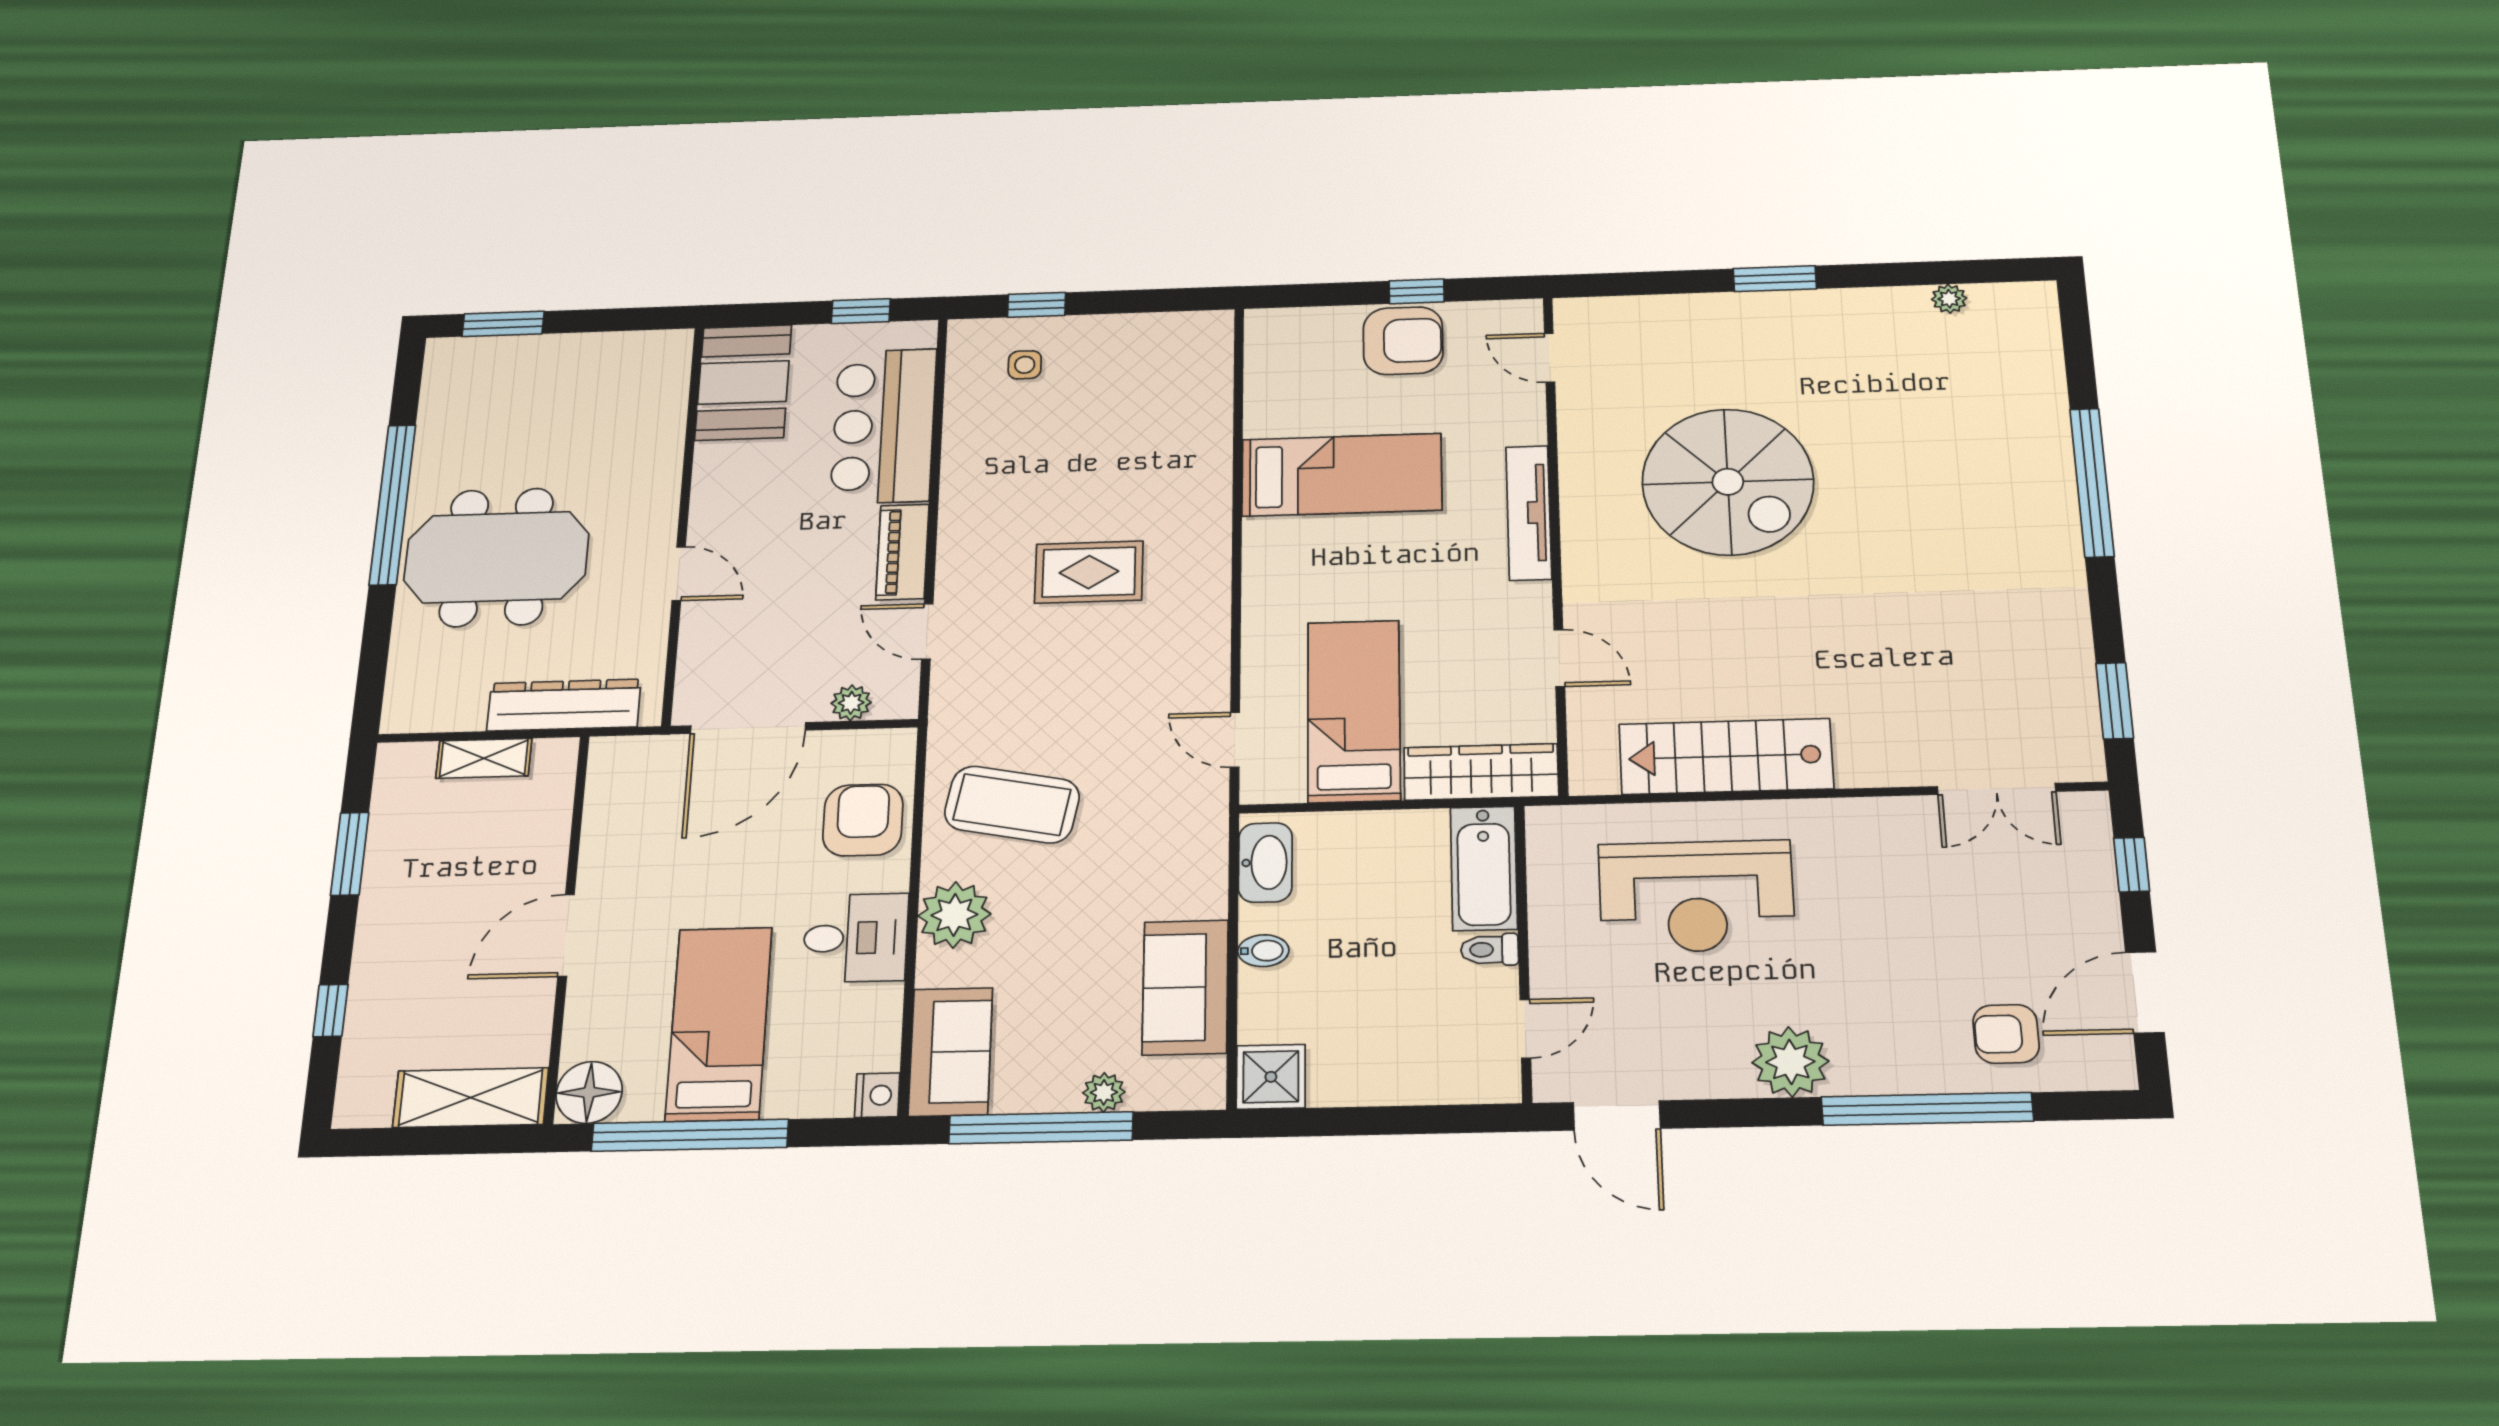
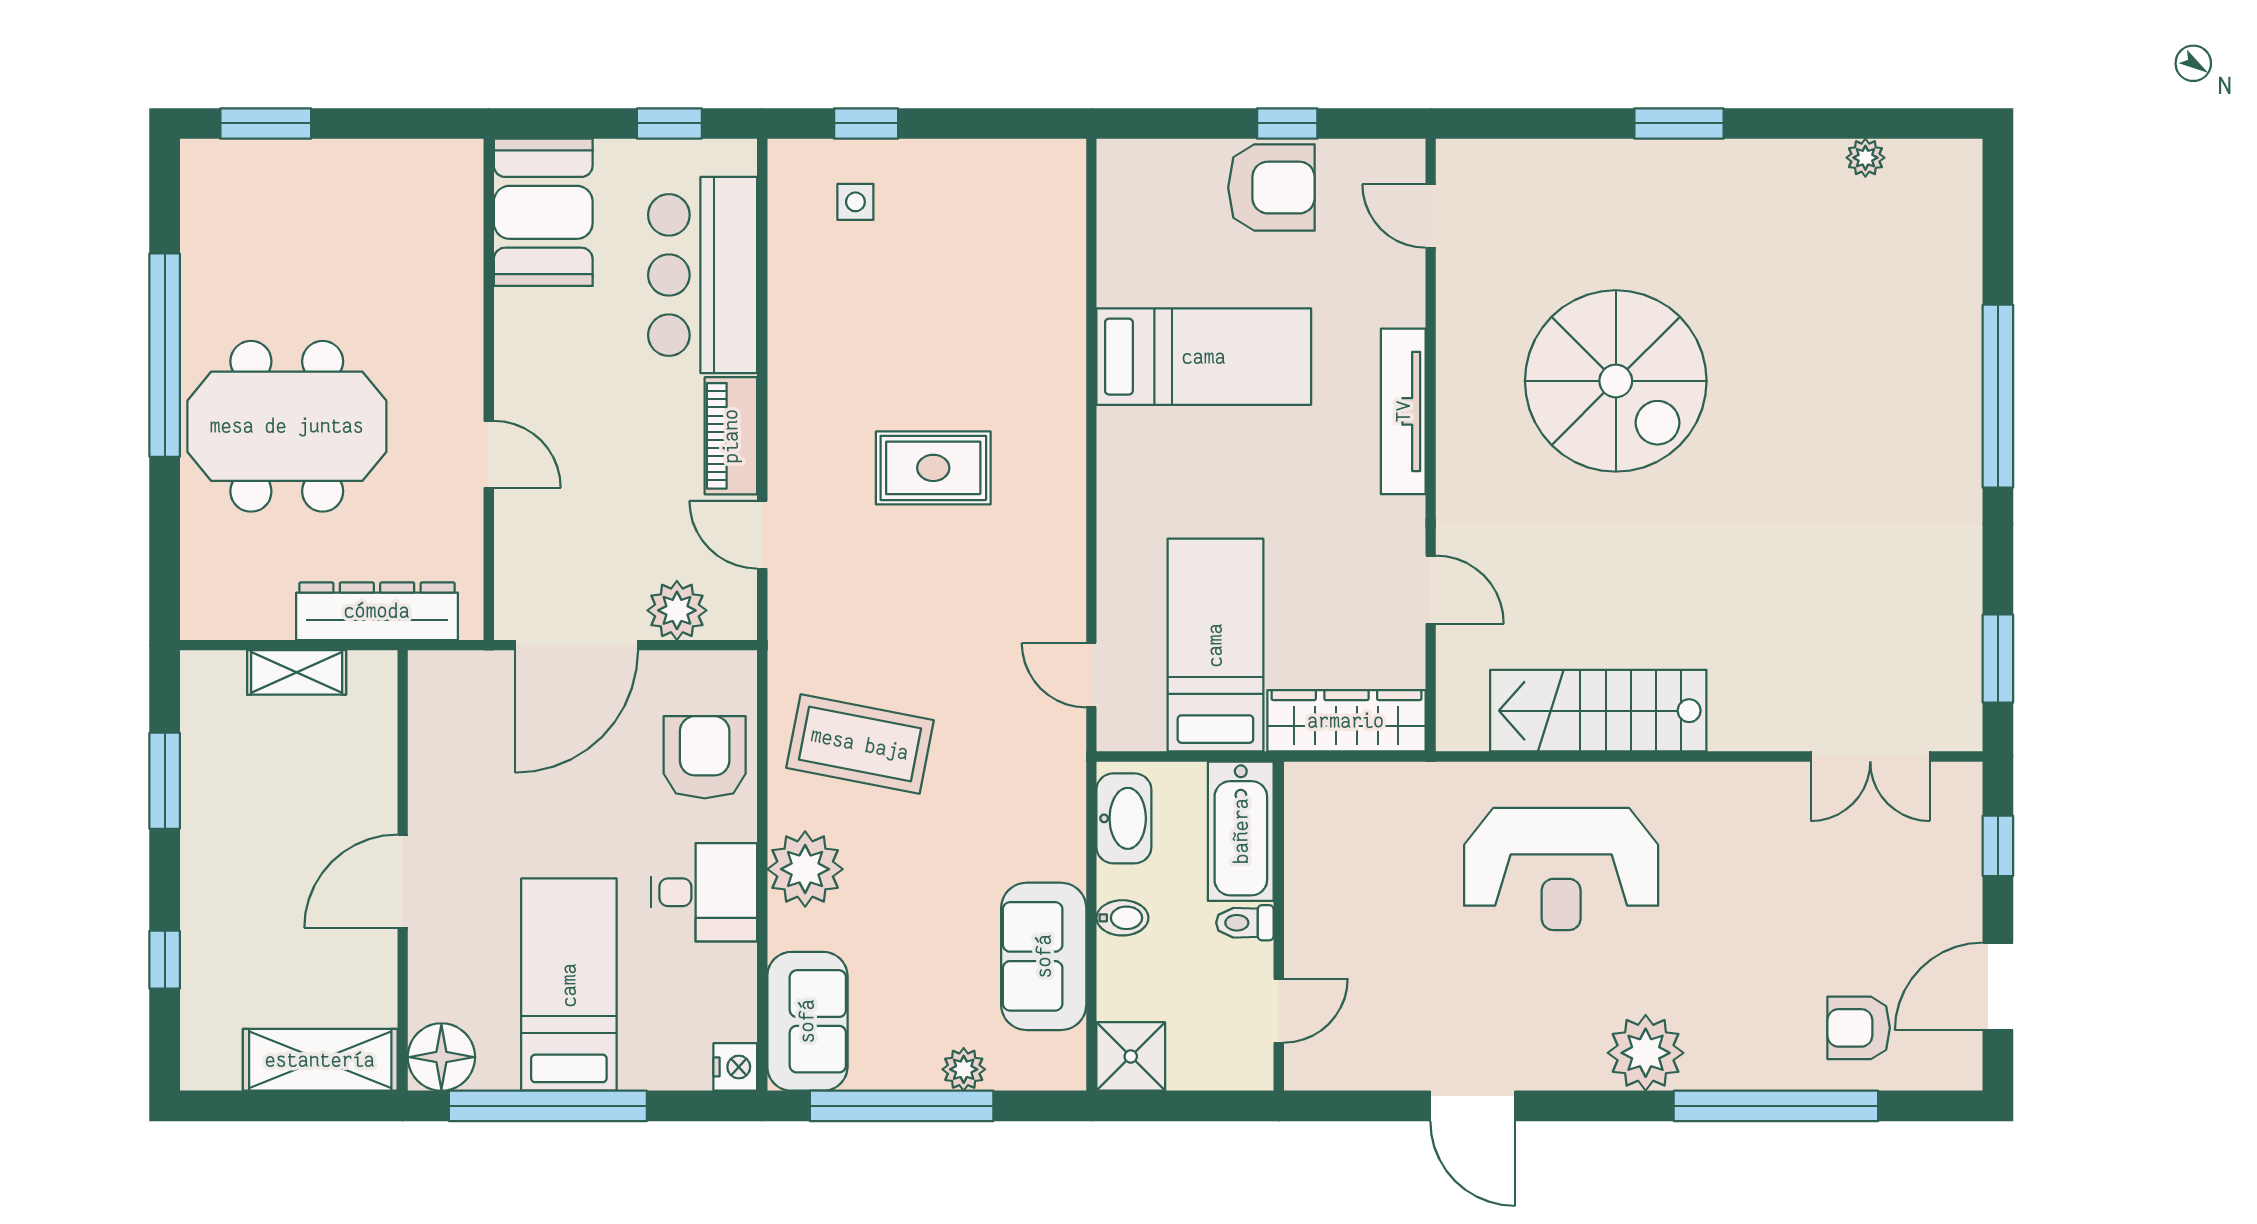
plant: (851, 703) -> (677, 610), width x1.38, depth x1.38
bathtub: (1484, 868) -> (1241, 831), moved
toilet: (1490, 950) -> (1245, 923), moved
wall: (1523, 952) -> (1279, 926), moved
door: (1525, 1029) -> (1279, 1011), moved

